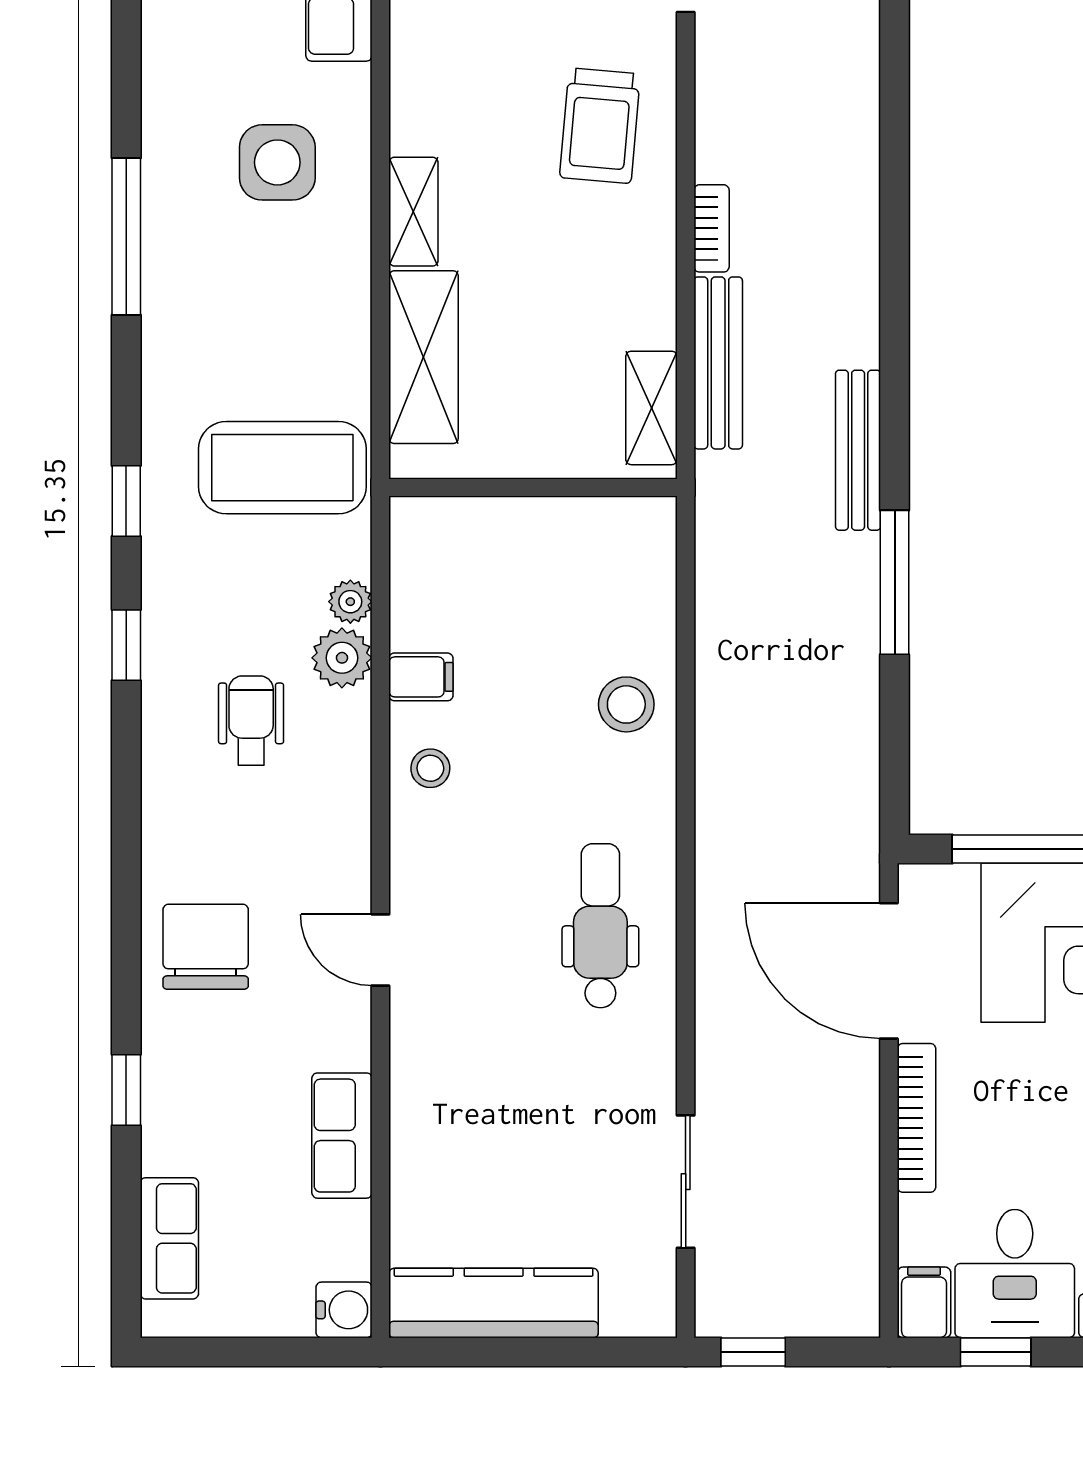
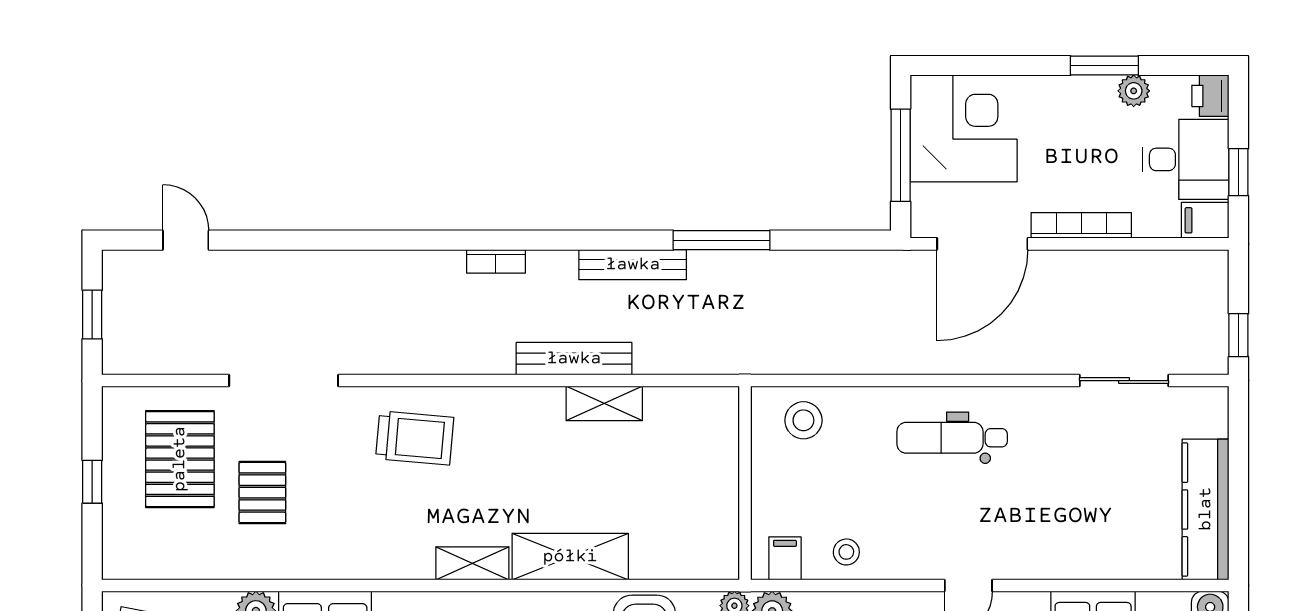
bookcase: (712, 228) -> (496, 261), moved, turned 180
wall: (533, 488) -> (745, 483), moved

